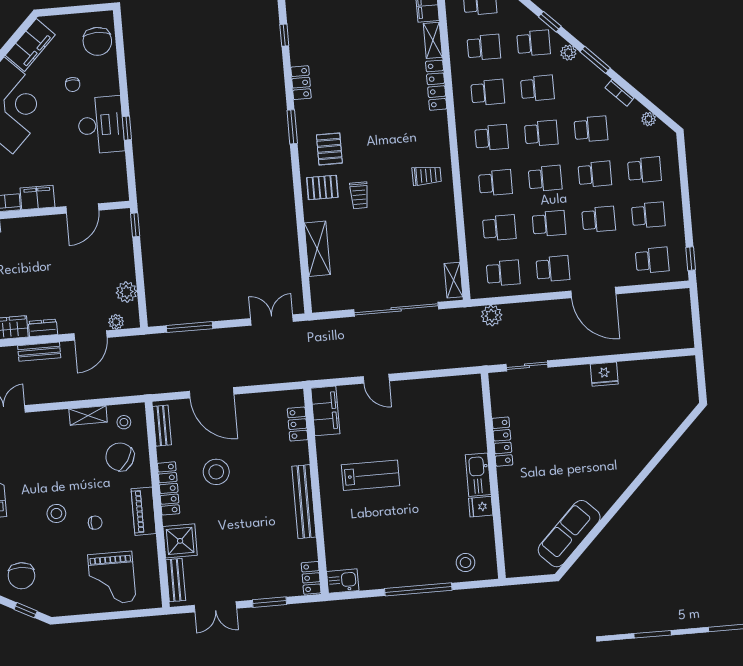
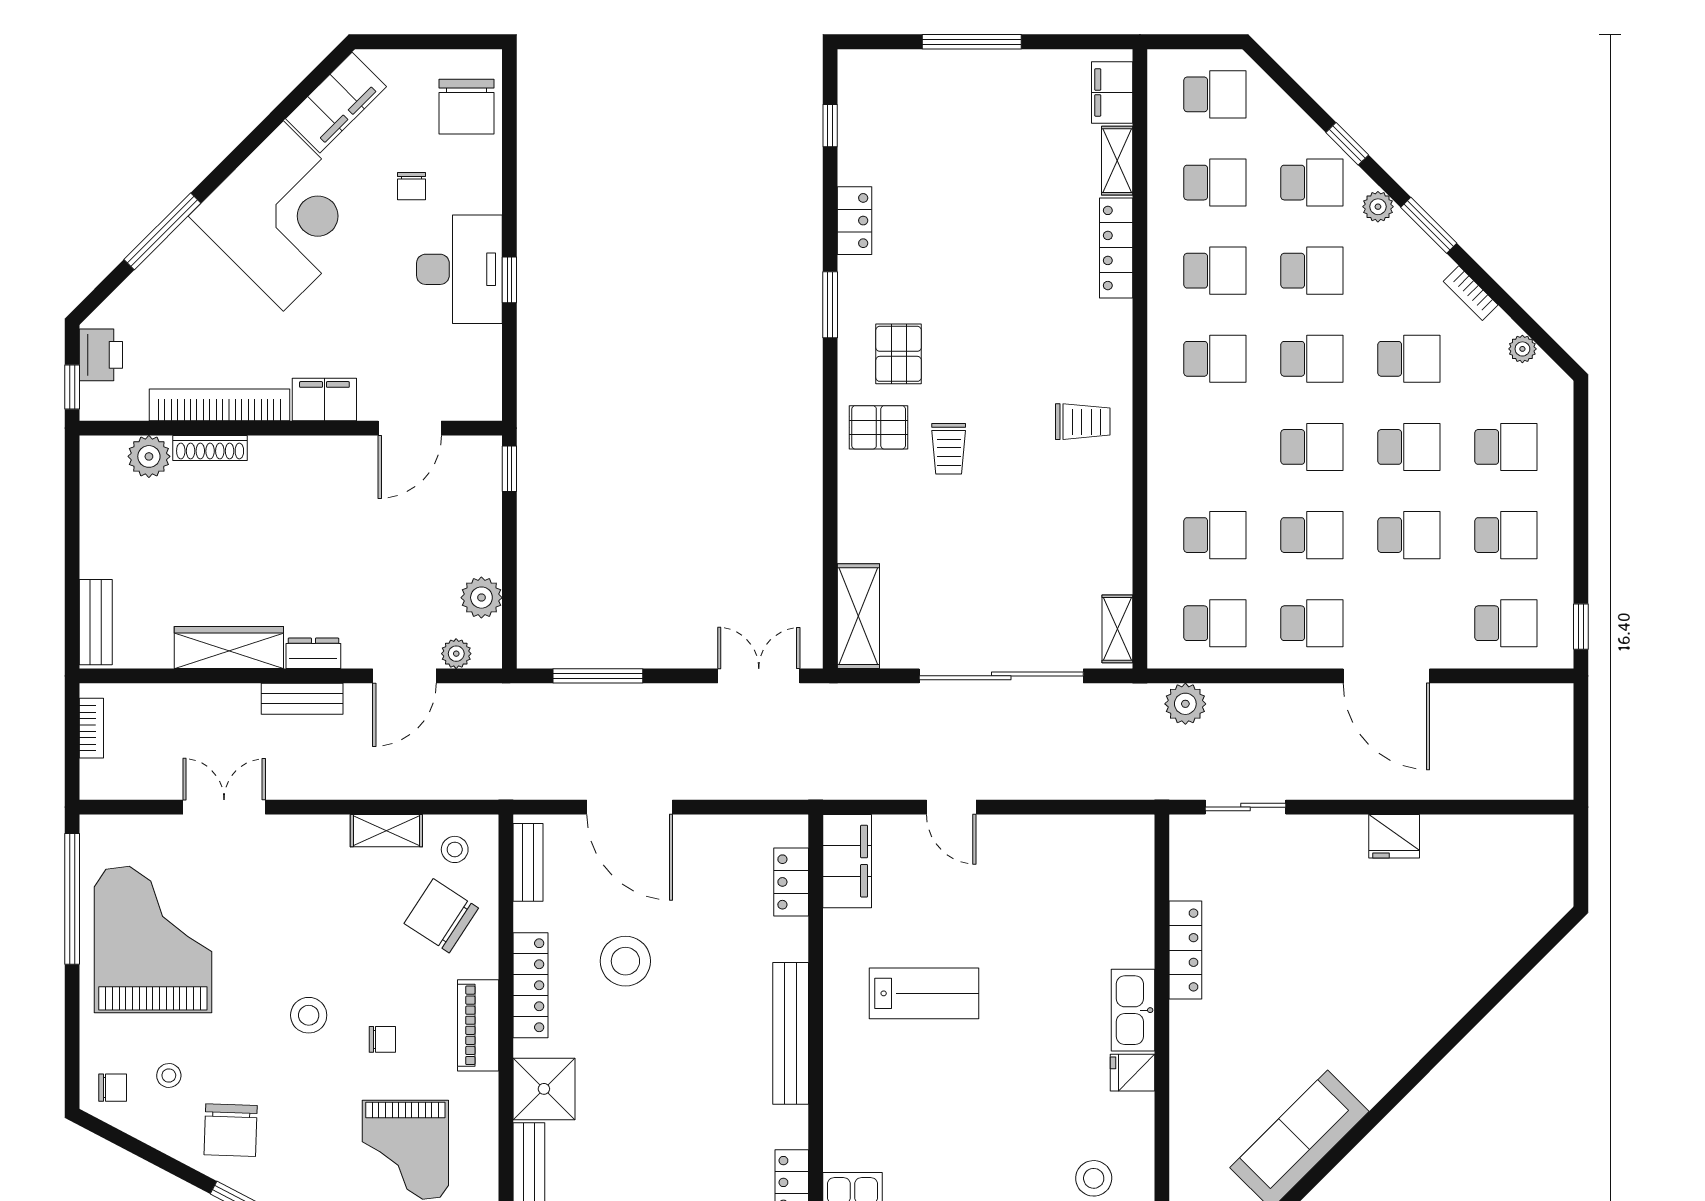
school desk: (495, 183) -> (1215, 447), removed
shelving: (317, 249) -> (858, 616), moved

